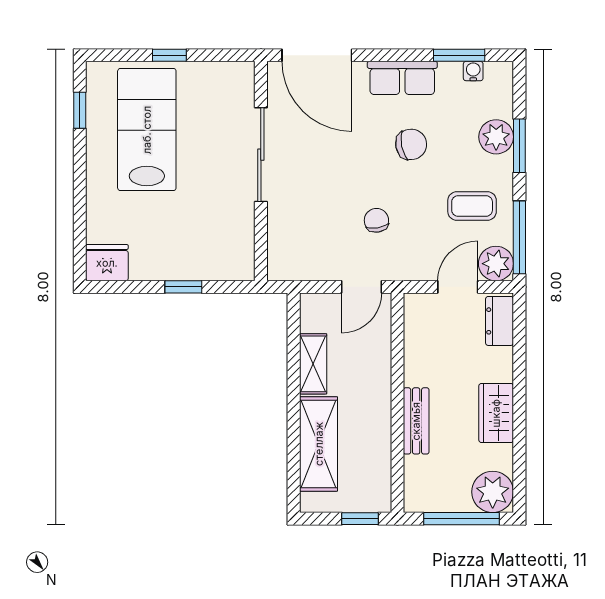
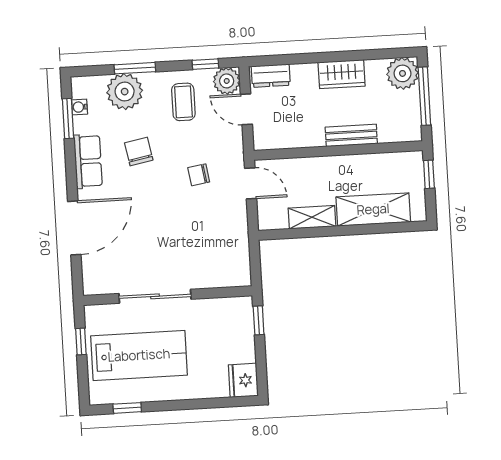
lab bench: (147, 130) -> (139, 355), turned 180
plant: (496, 137) -> (125, 92), width x1.36, depth x1.36
sliding door: (261, 155) -> (155, 296), moved
wall: (261, 171) -> (168, 296), moved
window: (519, 237) -> (205, 64), width x0.46

